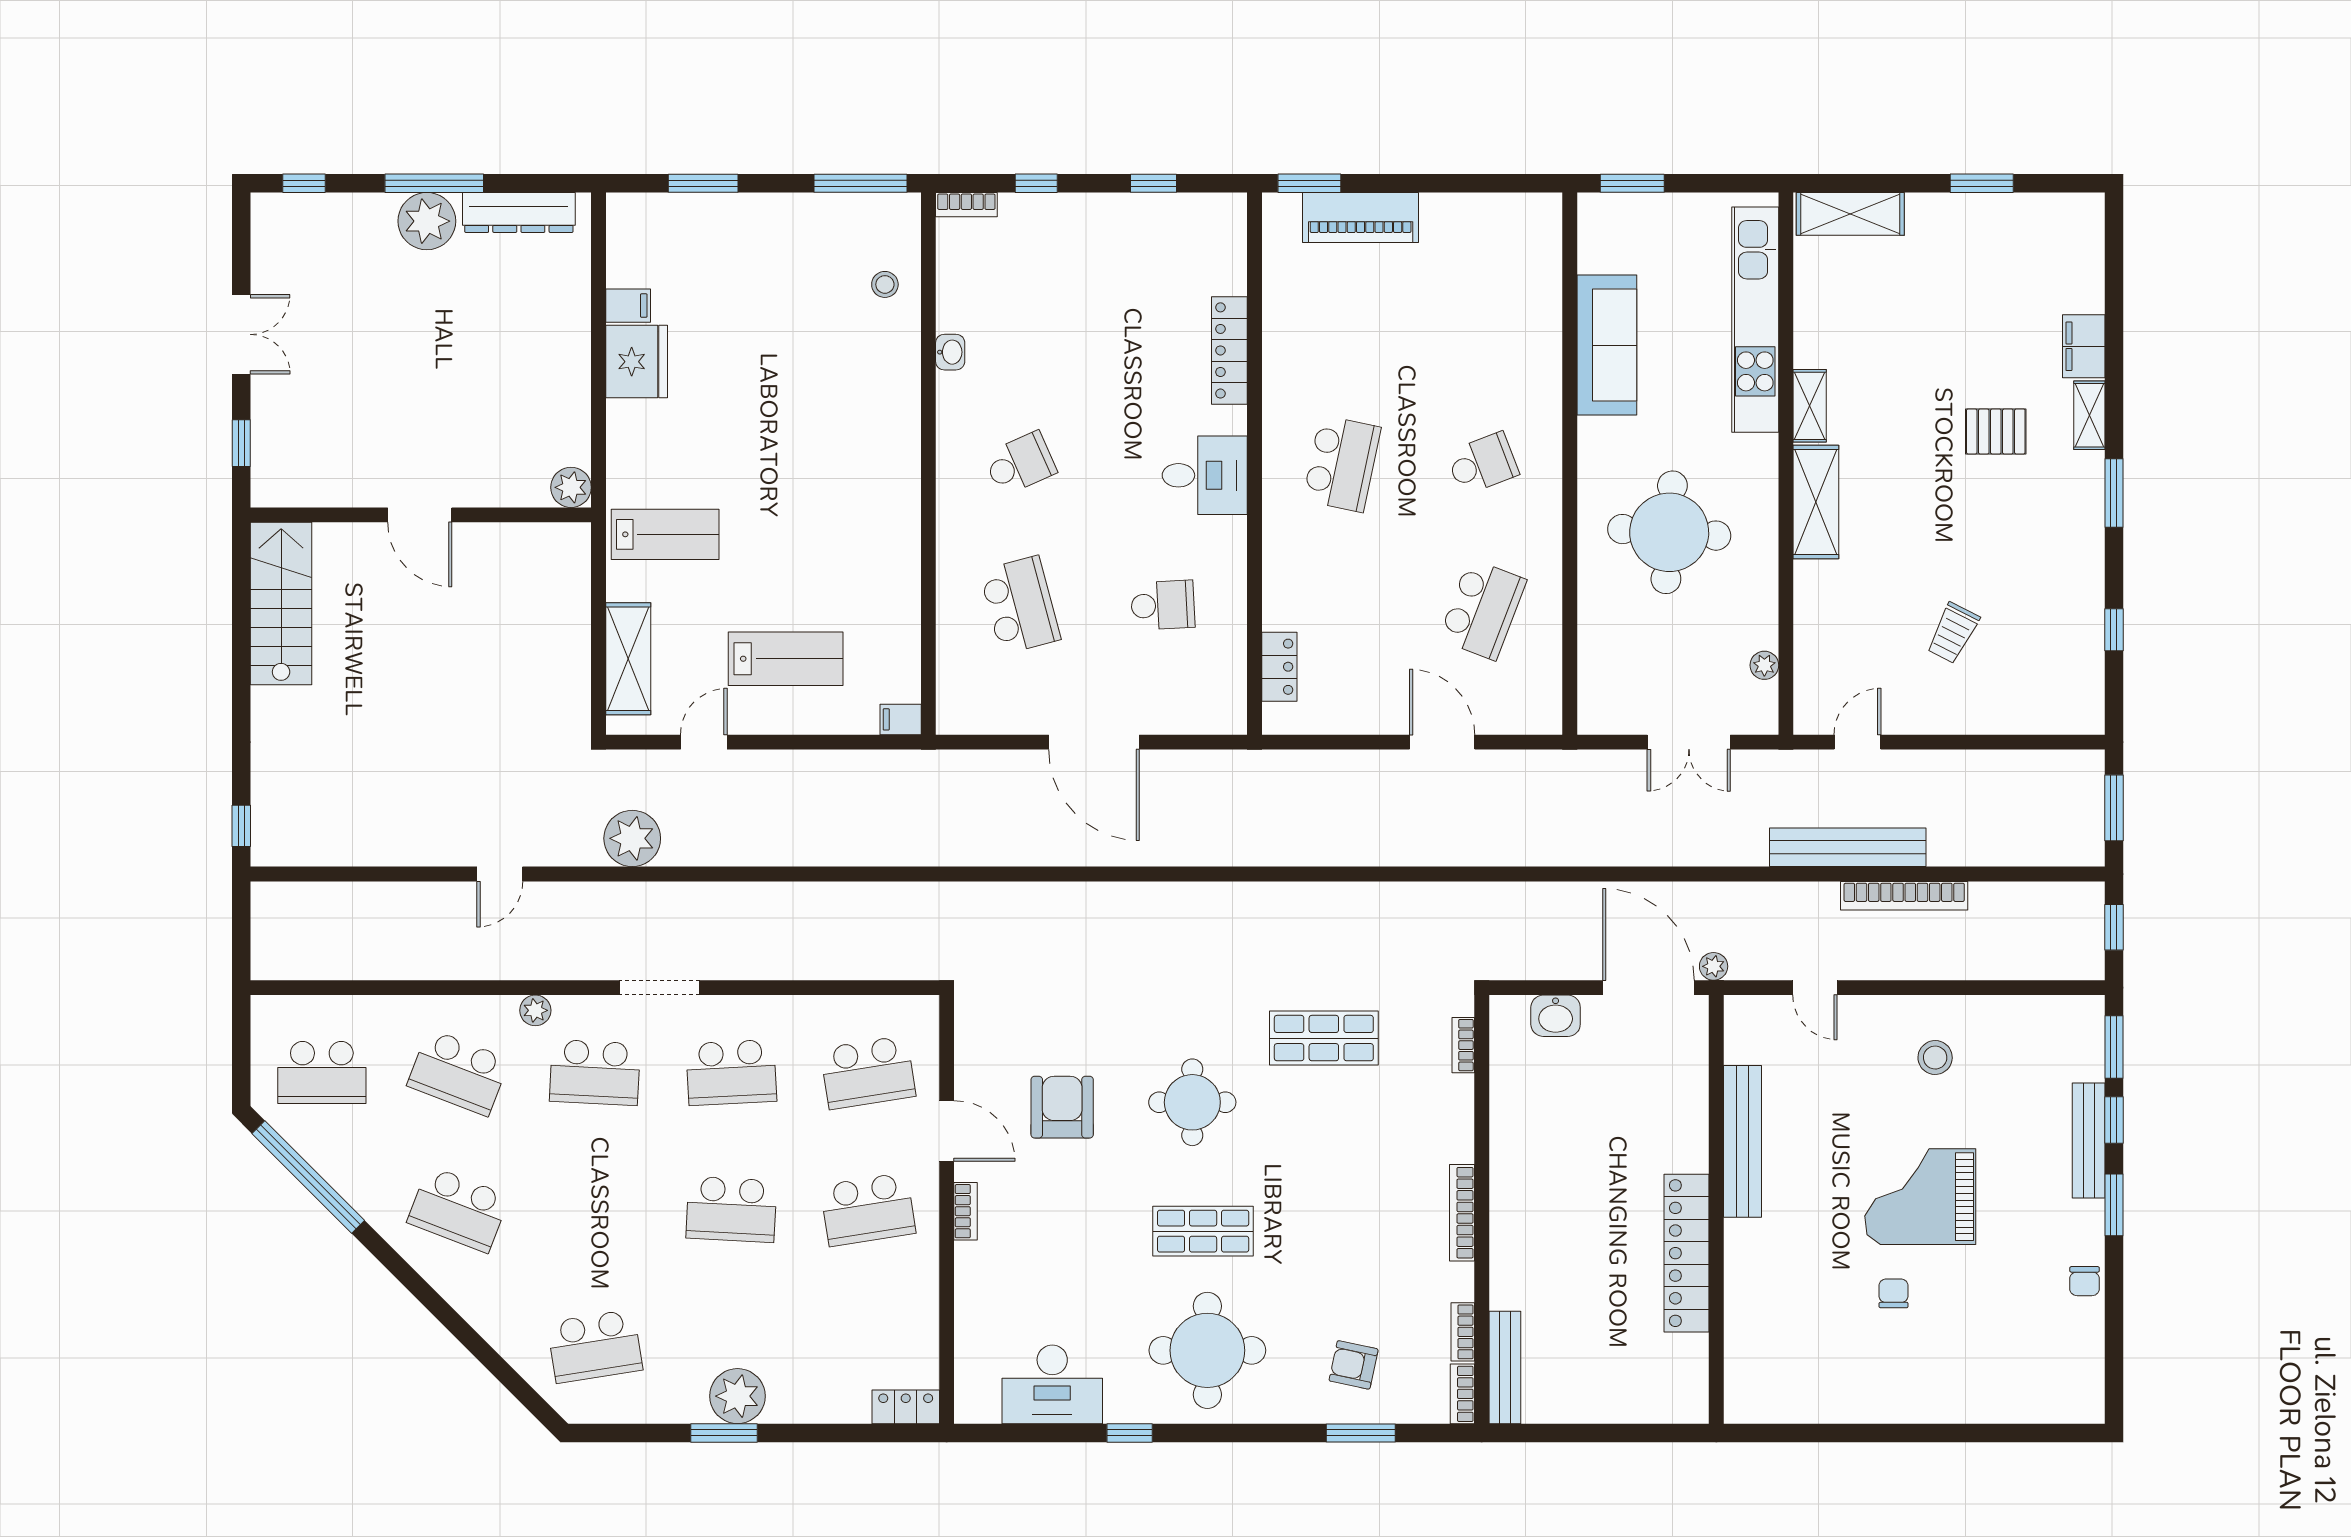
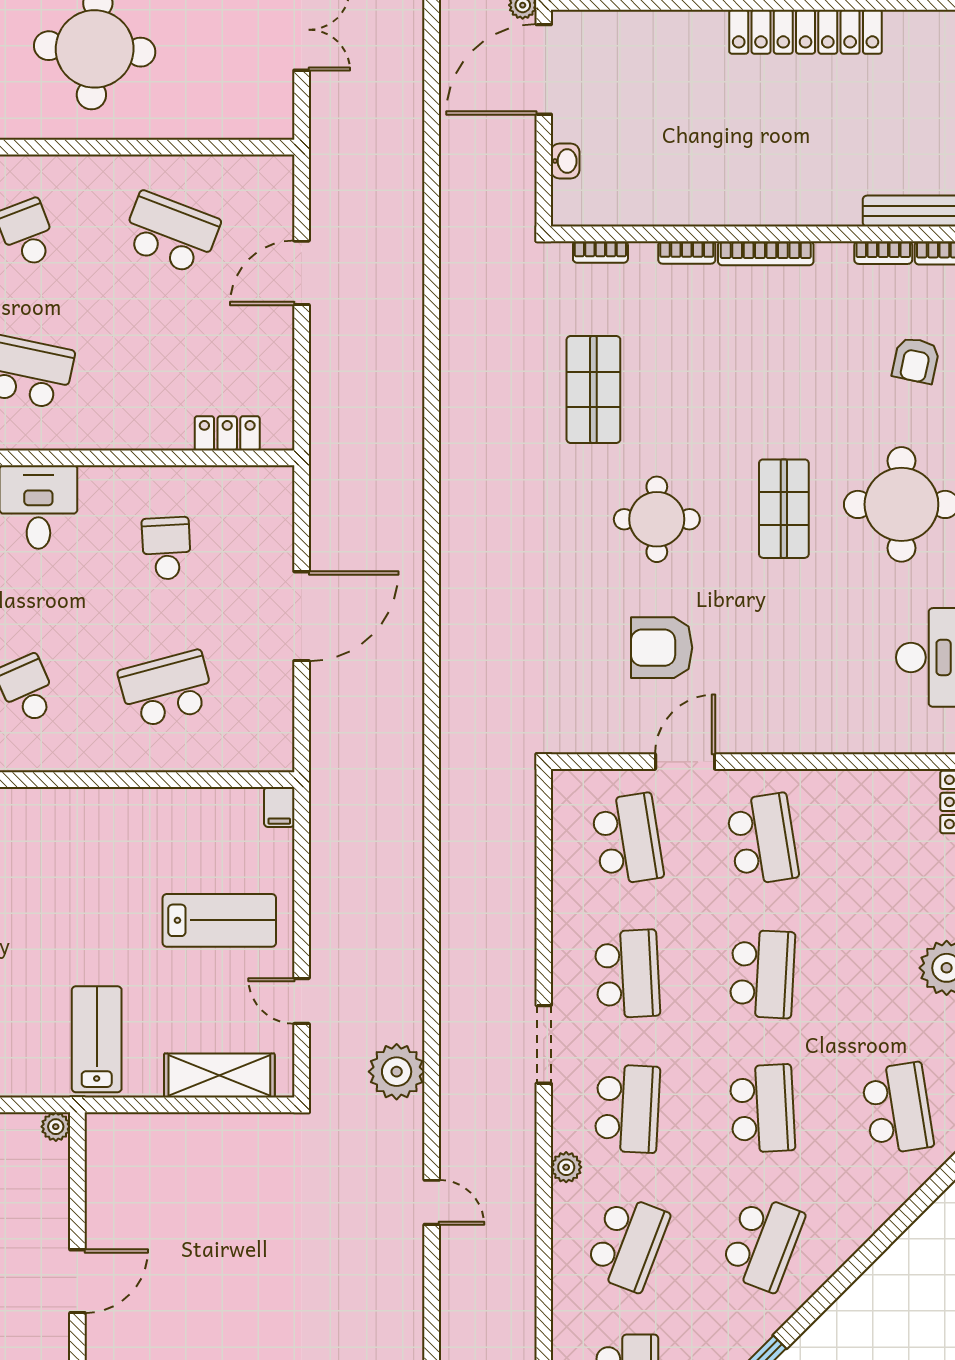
plant: (571, 487) -> (56, 1127), width x0.73, depth x0.73
lab bench: (786, 659) -> (219, 920), turned 90
washbasin: (1556, 1016) -> (565, 161), width x0.72, depth x0.69
school desk: (595, 1209) -> (762, 1109), added
bookcase: (966, 1211) -> (687, 252), moved, turned 180

